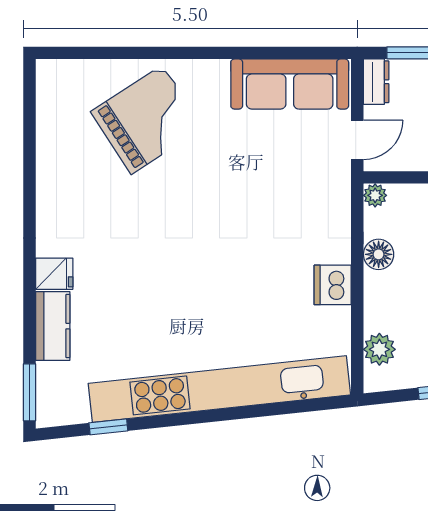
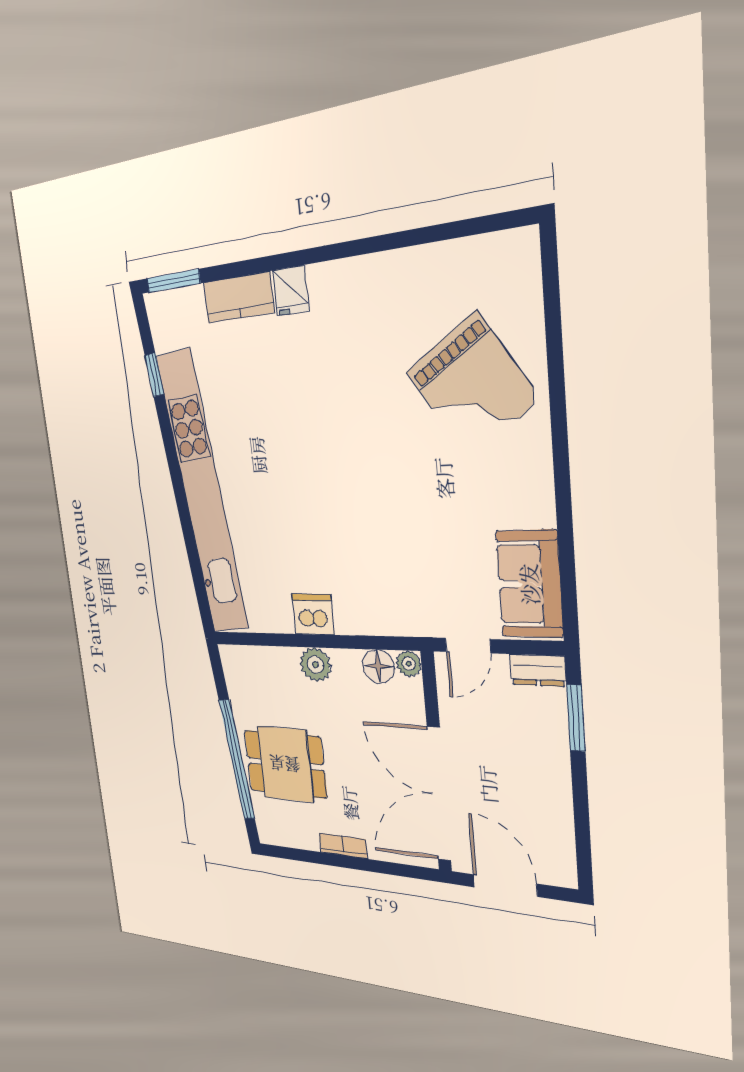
sofa: (290, 84) -> (529, 584), width x0.73
door: (357, 140) -> (468, 646), hinge flipped
floor lamp: (379, 254) -> (378, 666), moved
plant: (379, 349) -> (315, 665), moved

